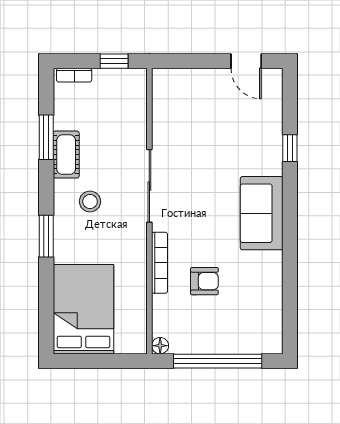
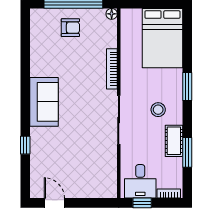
desk: (117, 94) -> (140, 181), added
armchair: (204, 281) -> (70, 28), moved, turned 180

